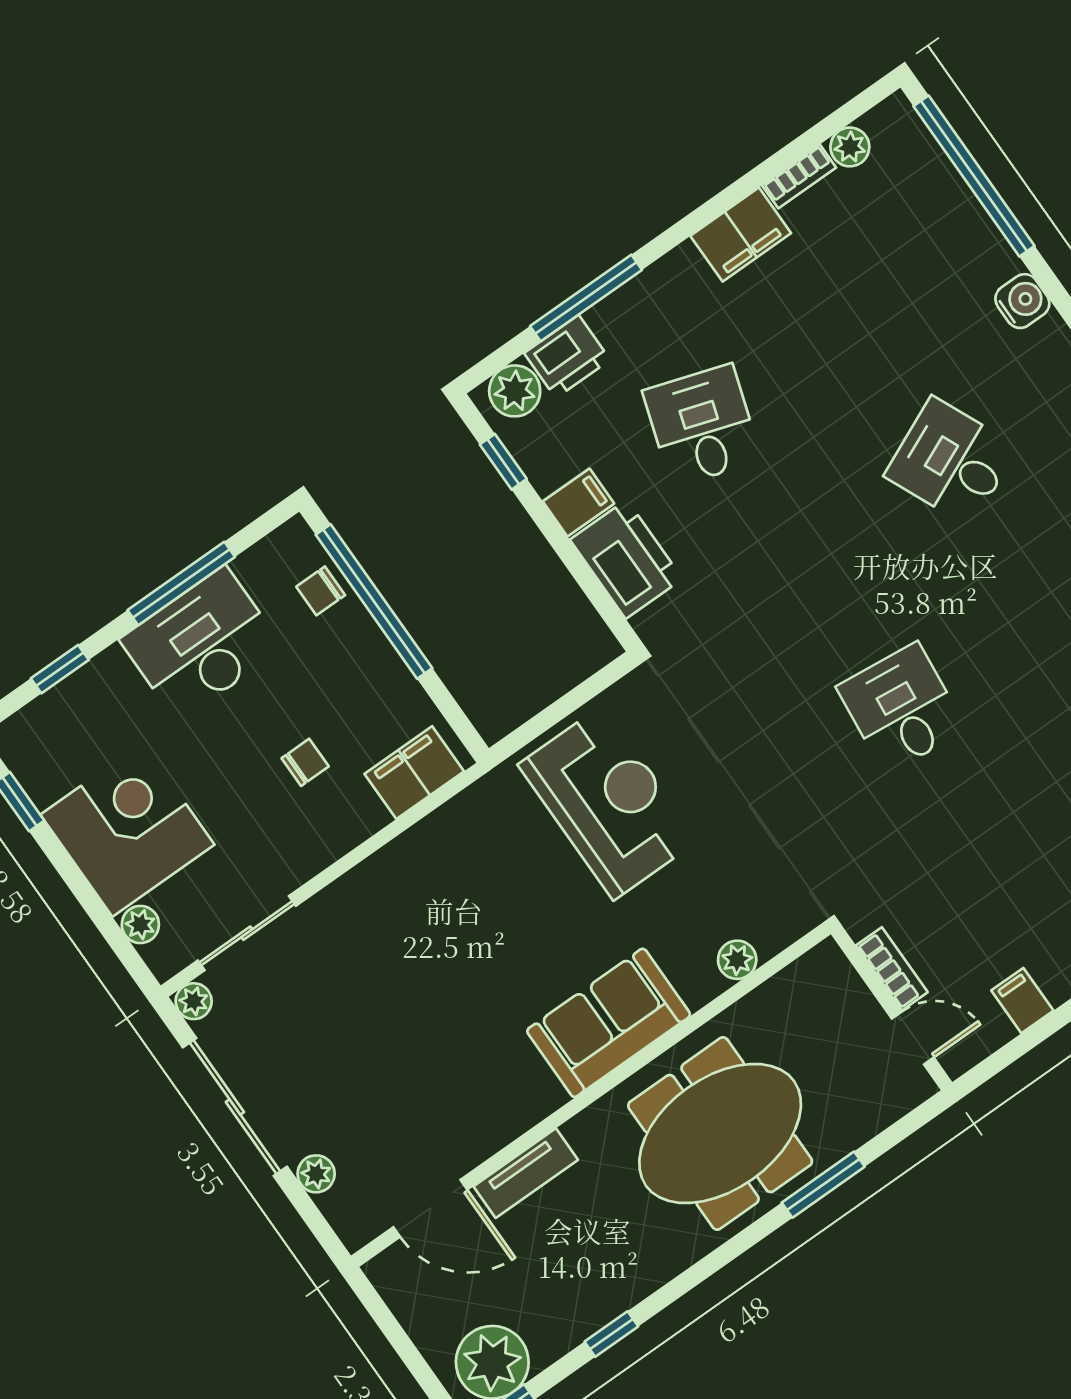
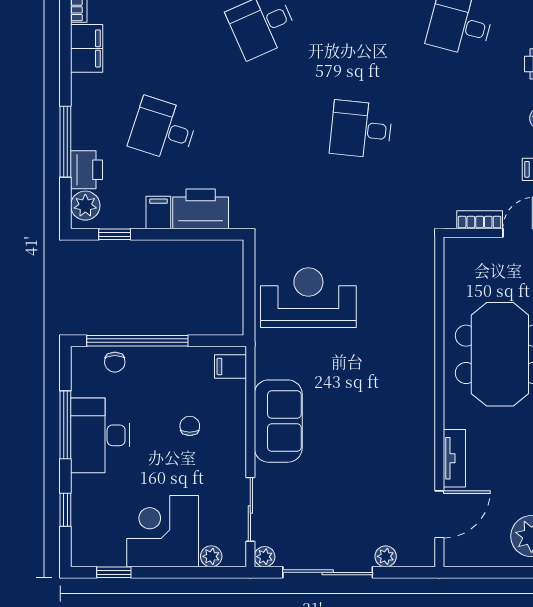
filing cabinet: (414, 773) -> (231, 366), width x0.50
plant: (737, 960) -> (424, 289), removed
sofa: (609, 1023) -> (278, 421), moved, turned 180

